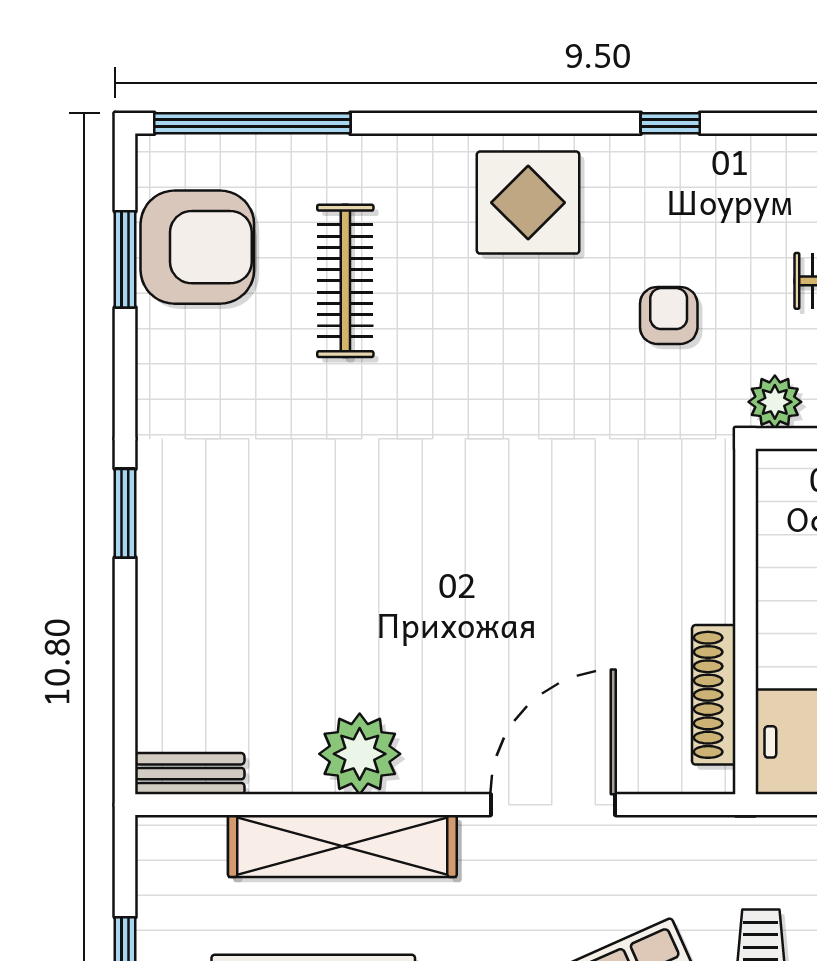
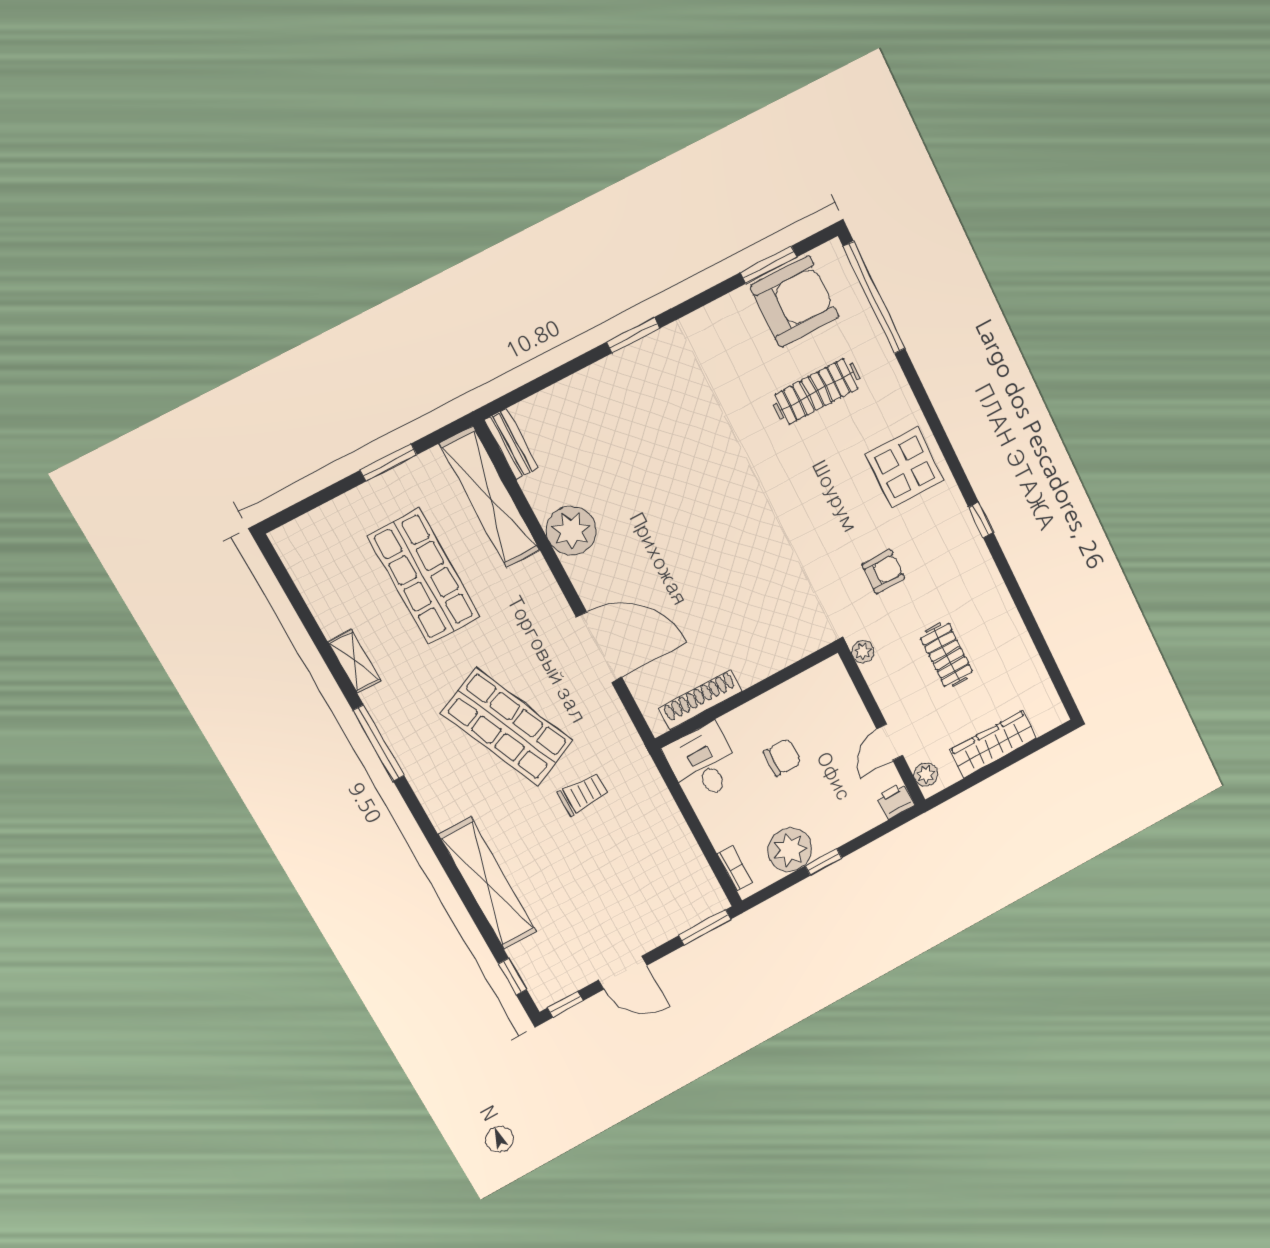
armchair: (197, 247) -> (795, 301), turned -90
plant: (775, 402) -> (863, 652), width x0.73, depth x0.73
shelving: (342, 846) -> (490, 497), moved

